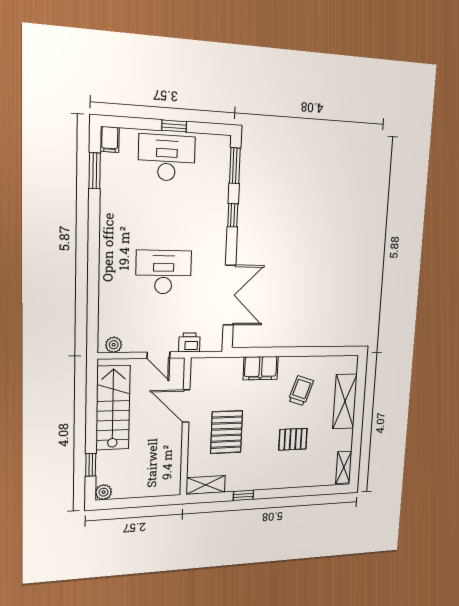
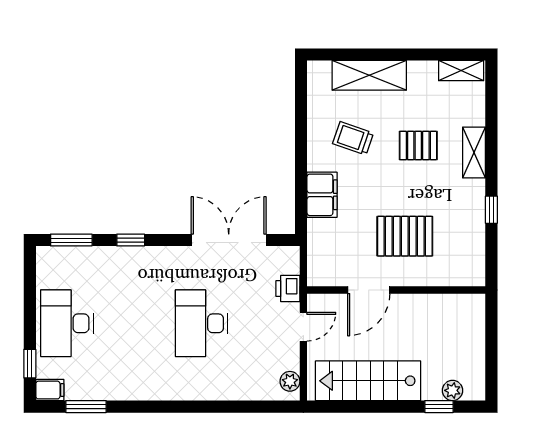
window: (174, 126) -> (30, 364), moved
pallet: (293, 439) -> (418, 146), turned 90
shelving: (206, 485) -> (474, 152), moved
plant: (104, 492) -> (453, 390), moved

